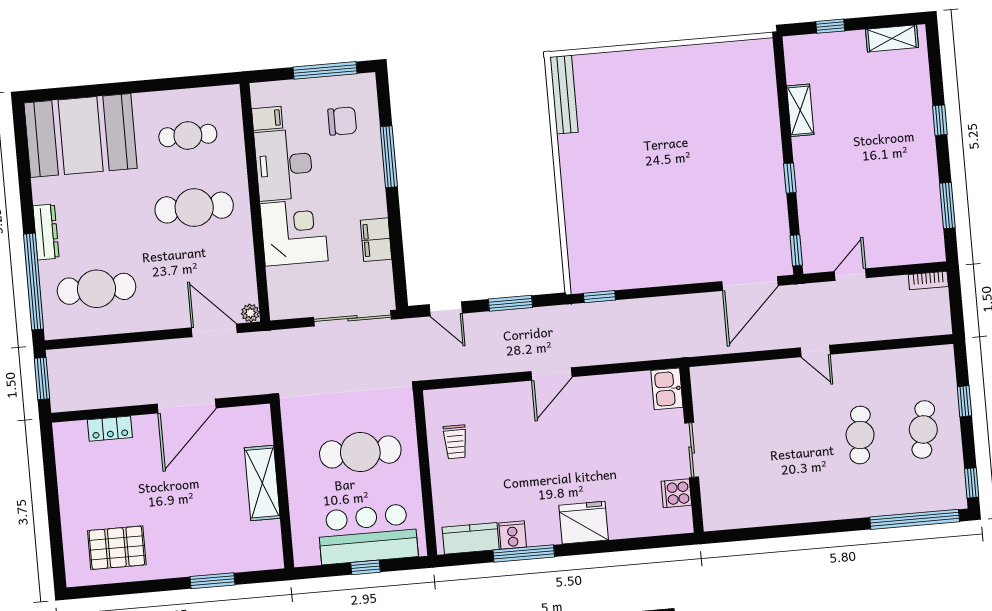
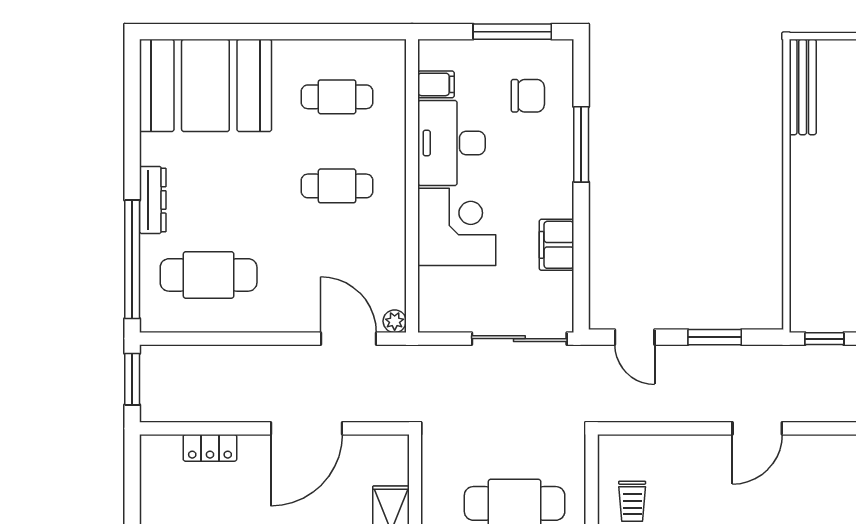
cafe table: (194, 208) -> (337, 186), width x0.73, depth x0.74

